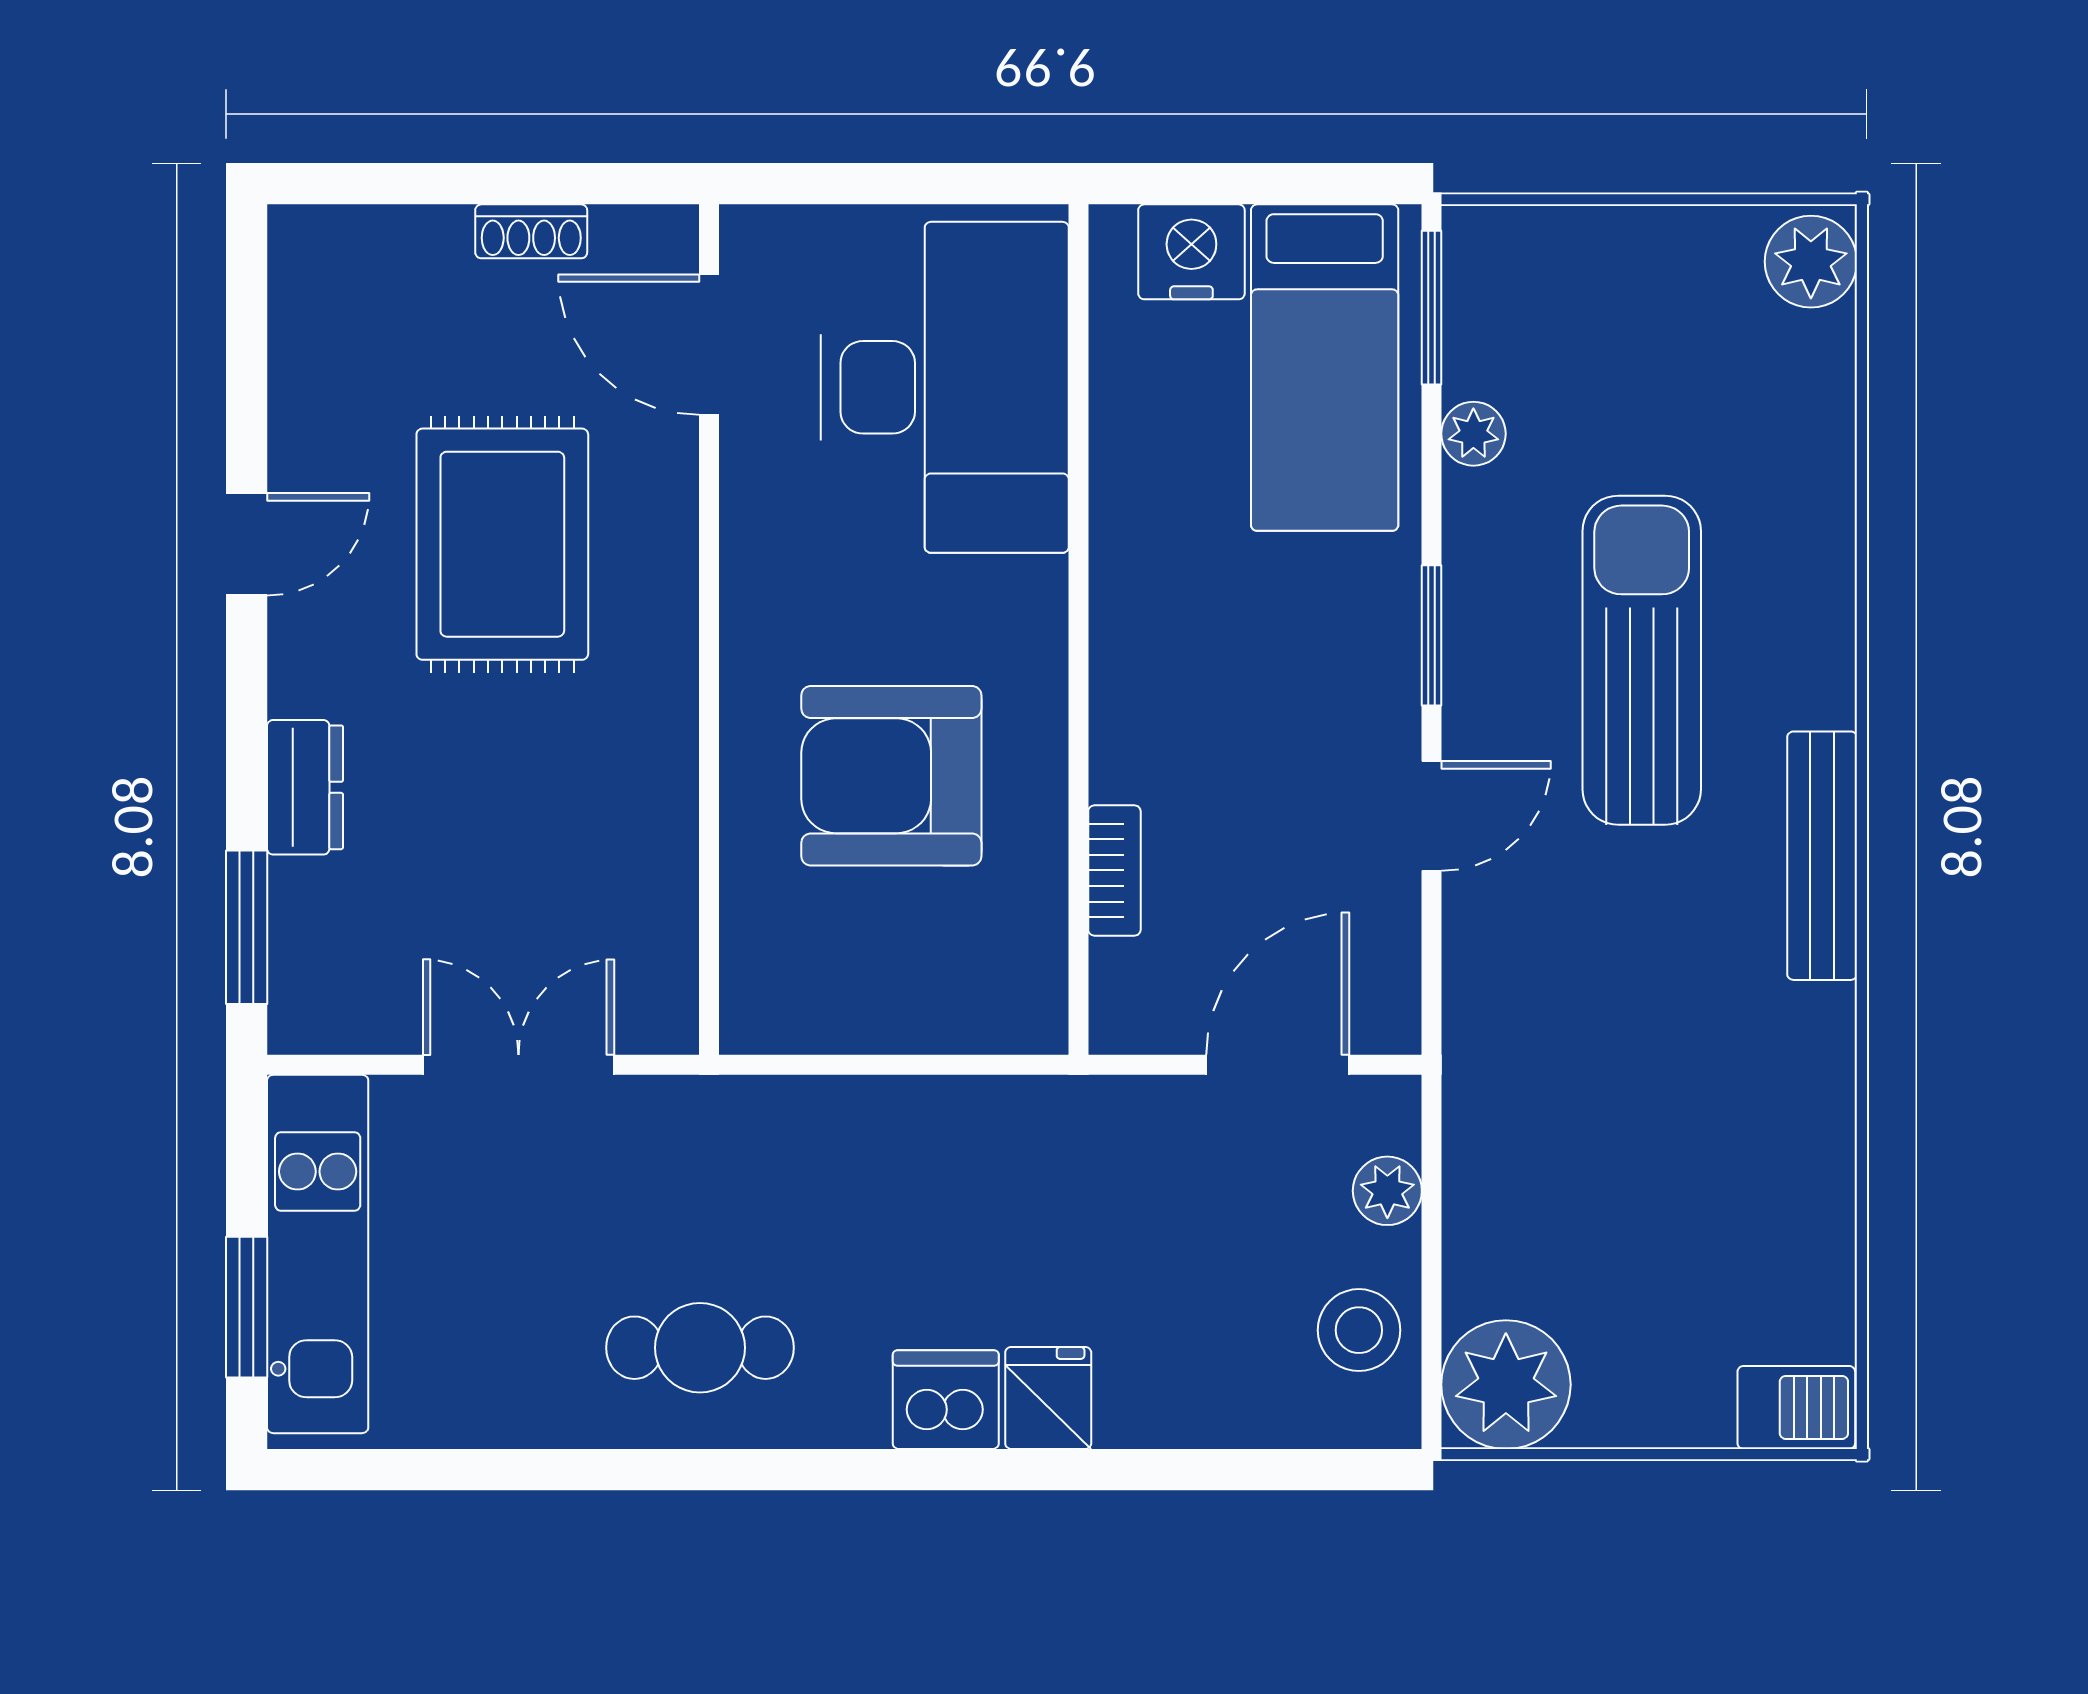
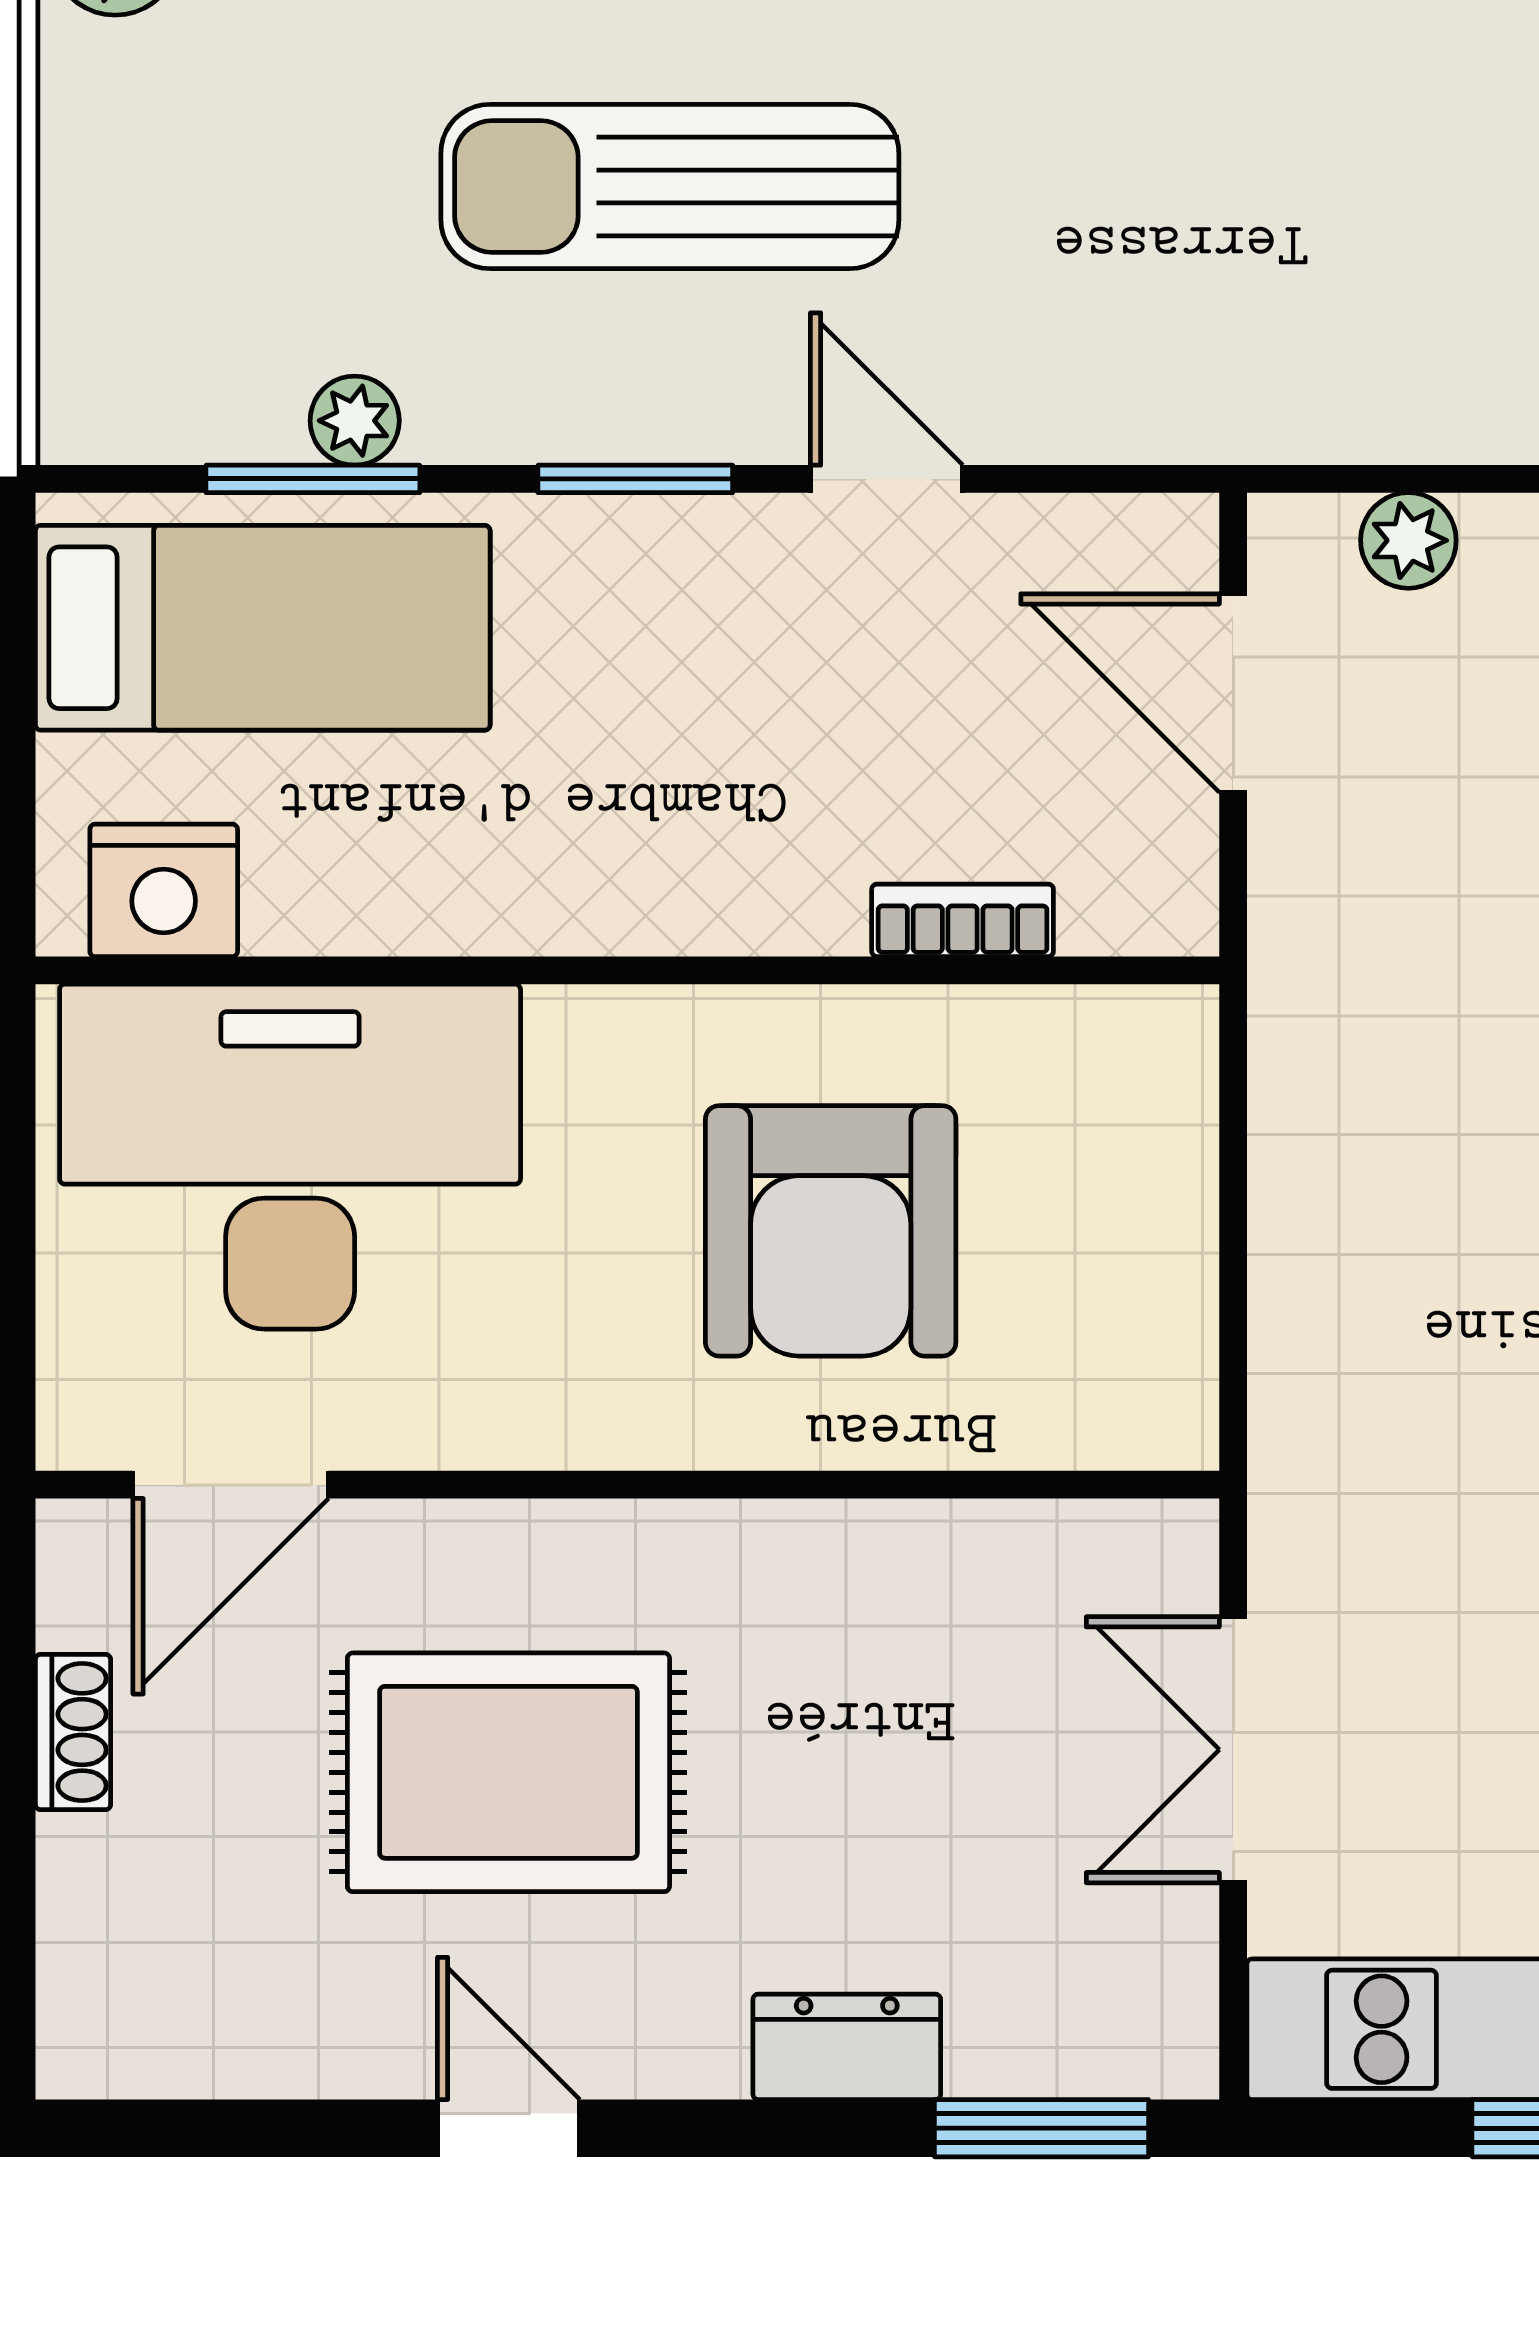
nightstand: (1191, 252) -> (164, 890), moved, turned -90
window: (1432, 308) -> (313, 479), moved

